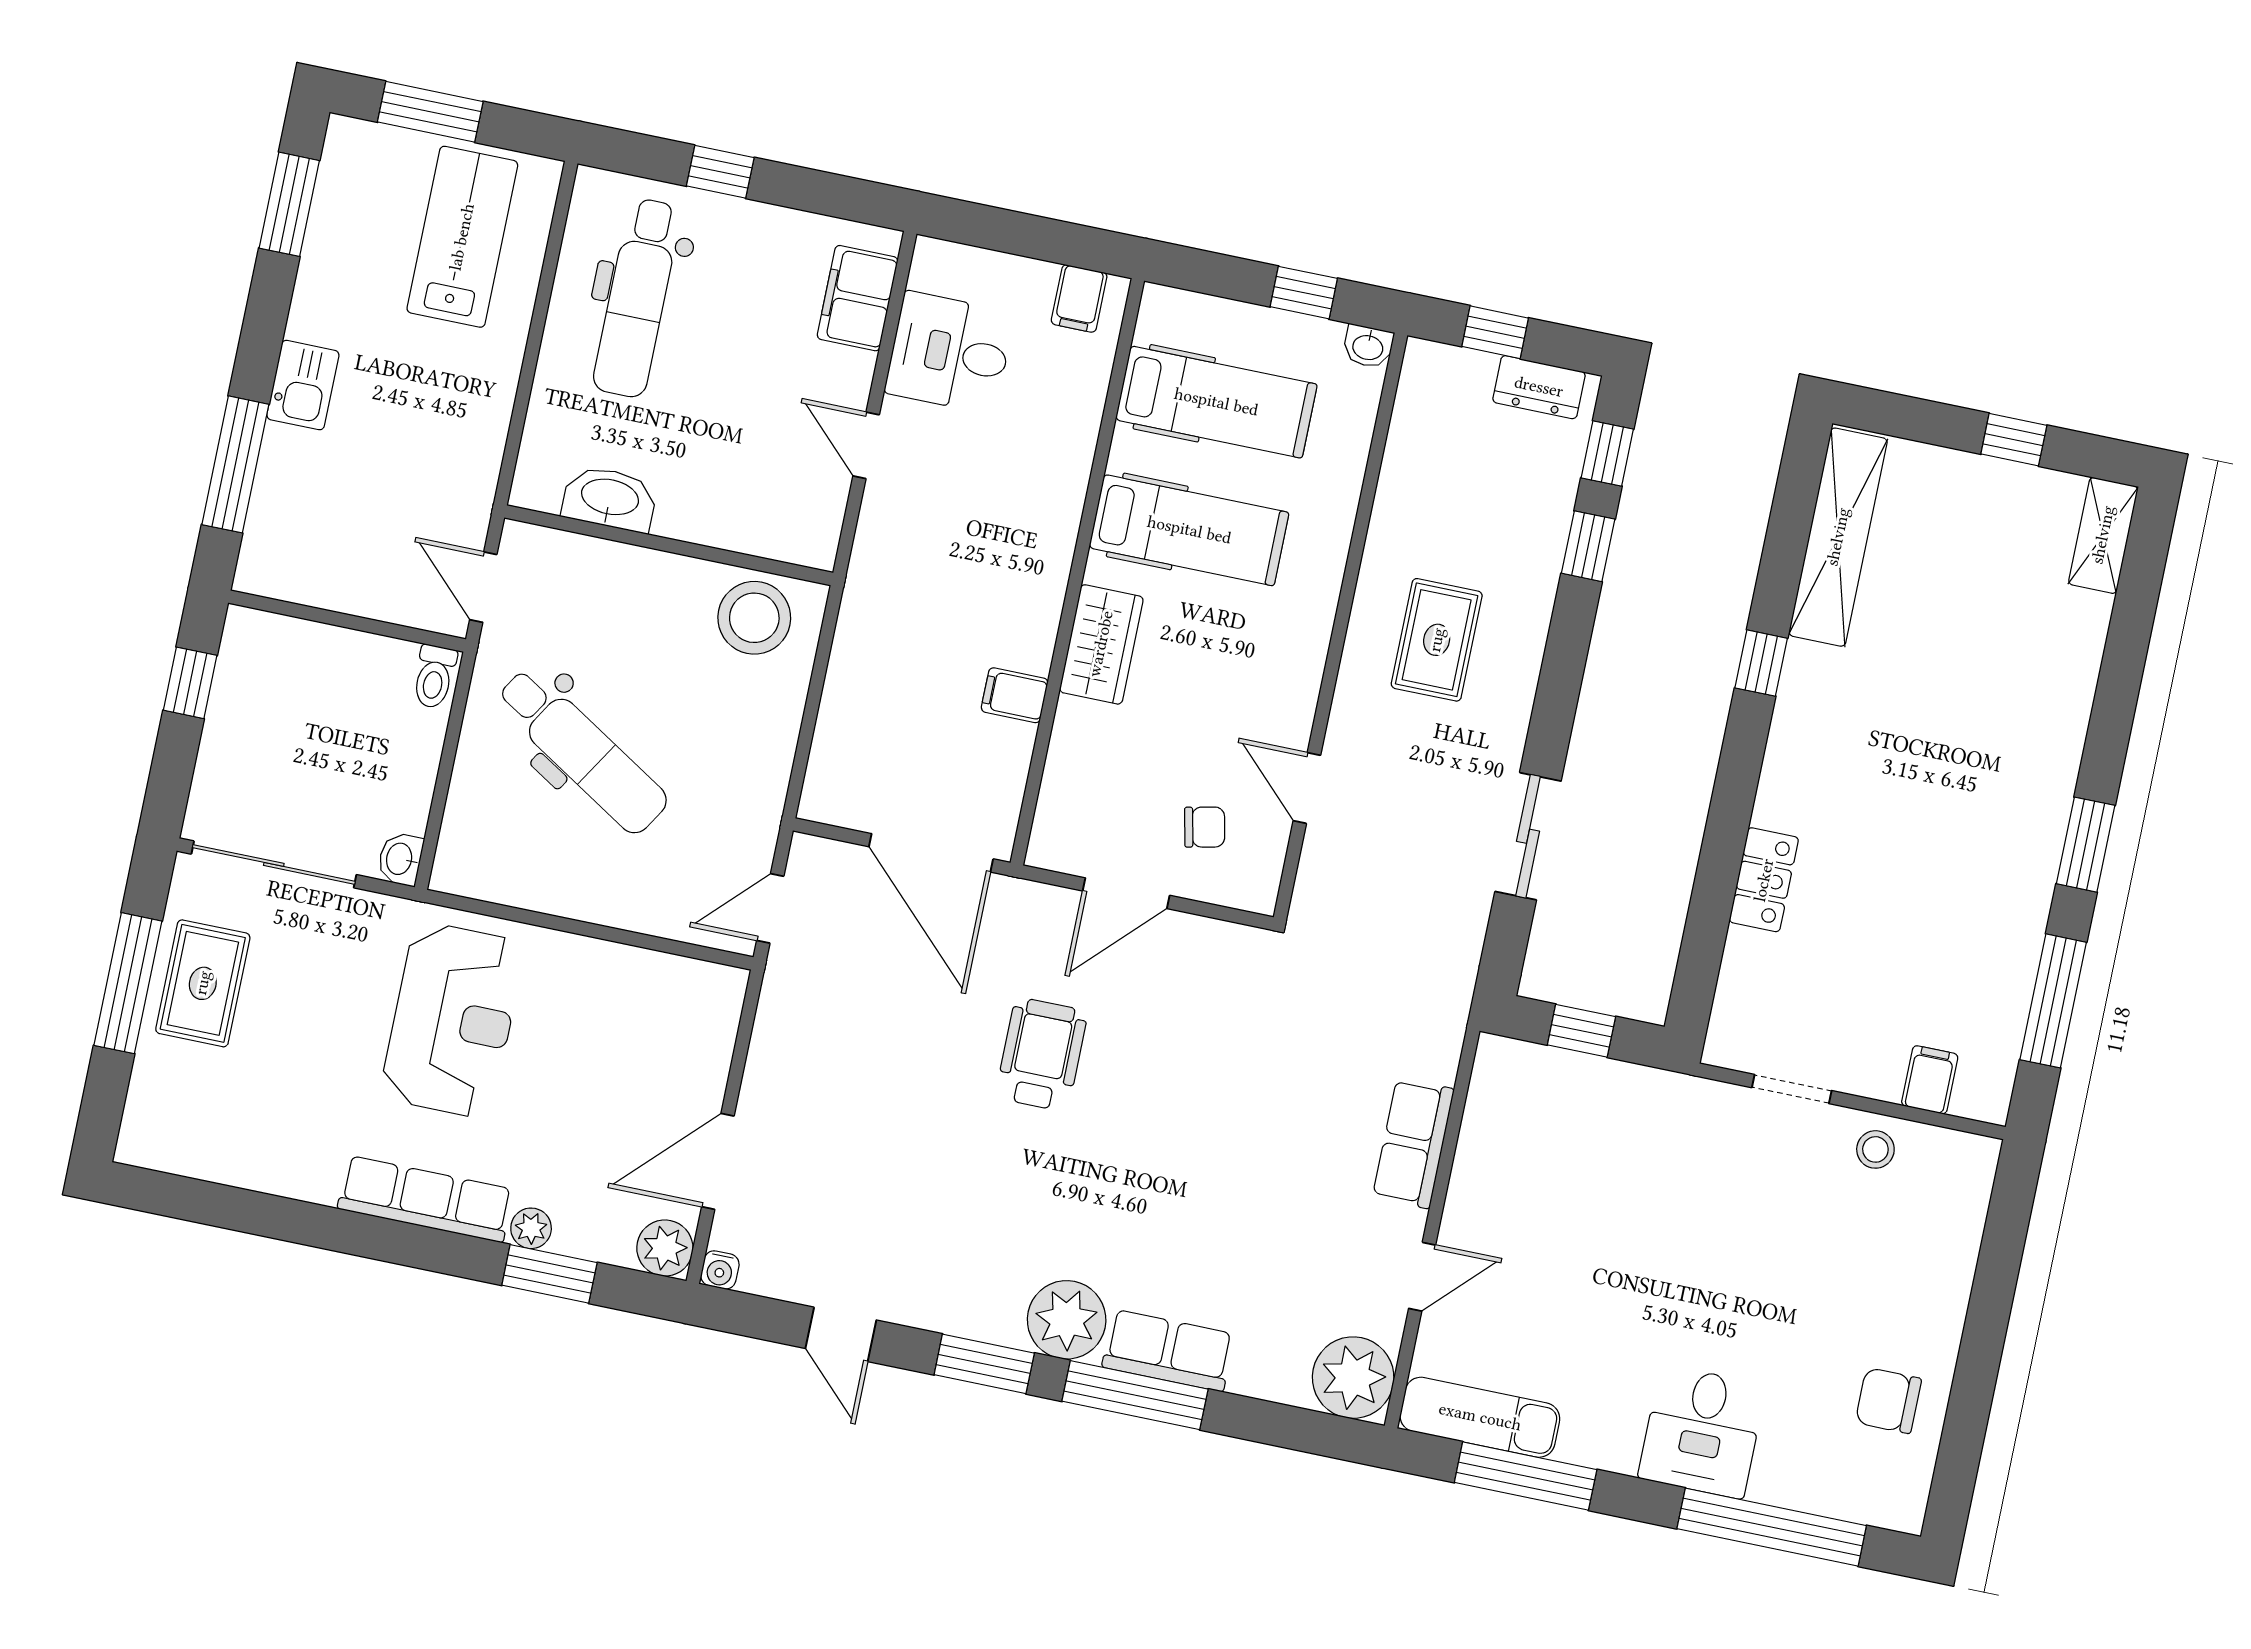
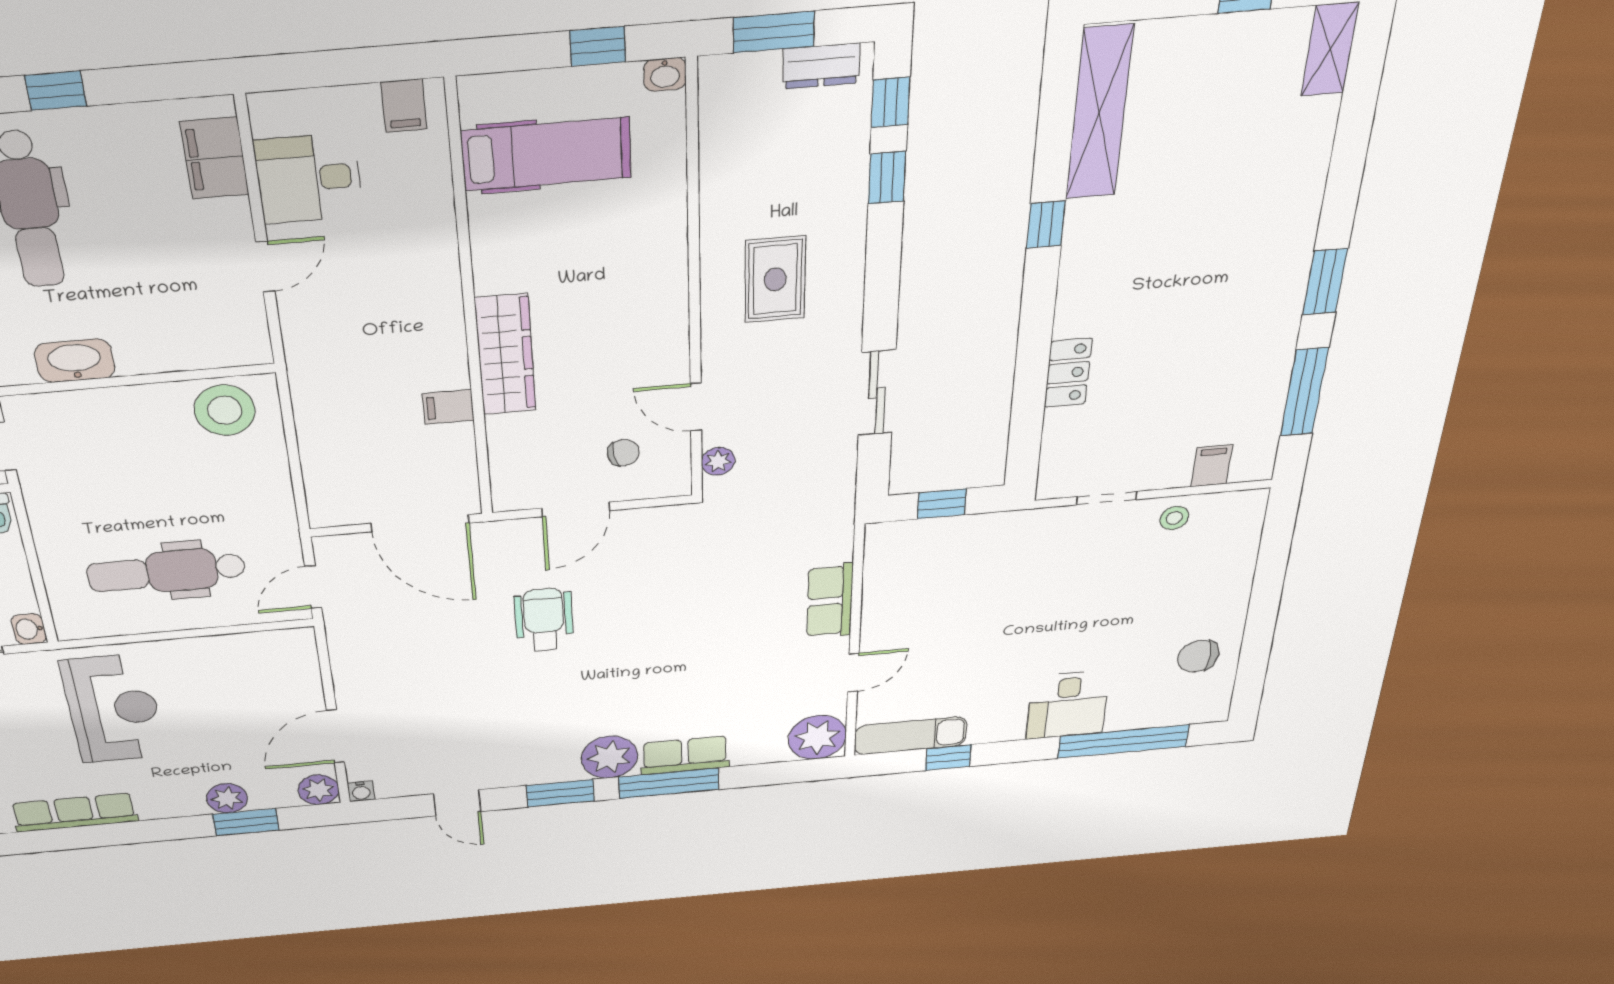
window: (1495, 332) -> (774, 32), width x1.50
door: (866, 445) -> (265, 267), swing flipped
hospital bed: (1189, 530) -> (551, 256), removed
wardrobe: (1101, 644) -> (505, 355), width x1.50
dental chair: (582, 751) -> (166, 572), moved, turned 148
plant: (1317, 876) -> (718, 461), added
row of seats: (425, 1199) -> (74, 813), moved
plant: (531, 1228) -> (227, 798), width x1.38, depth x1.38
window: (1526, 1476) -> (948, 758), width x0.46

